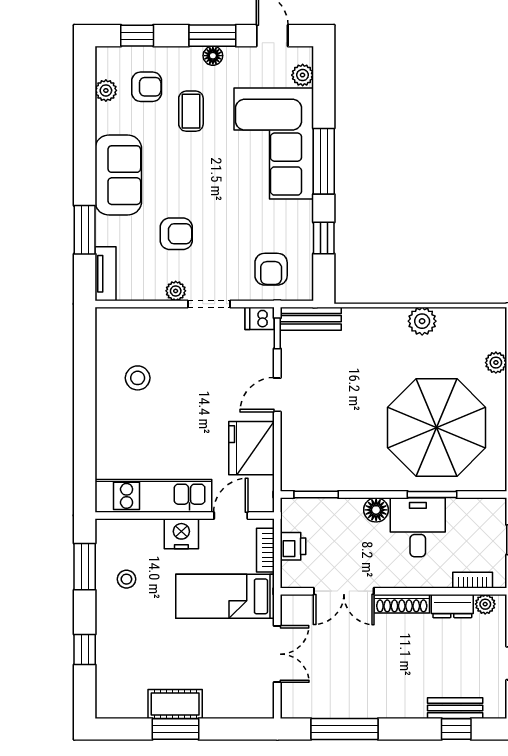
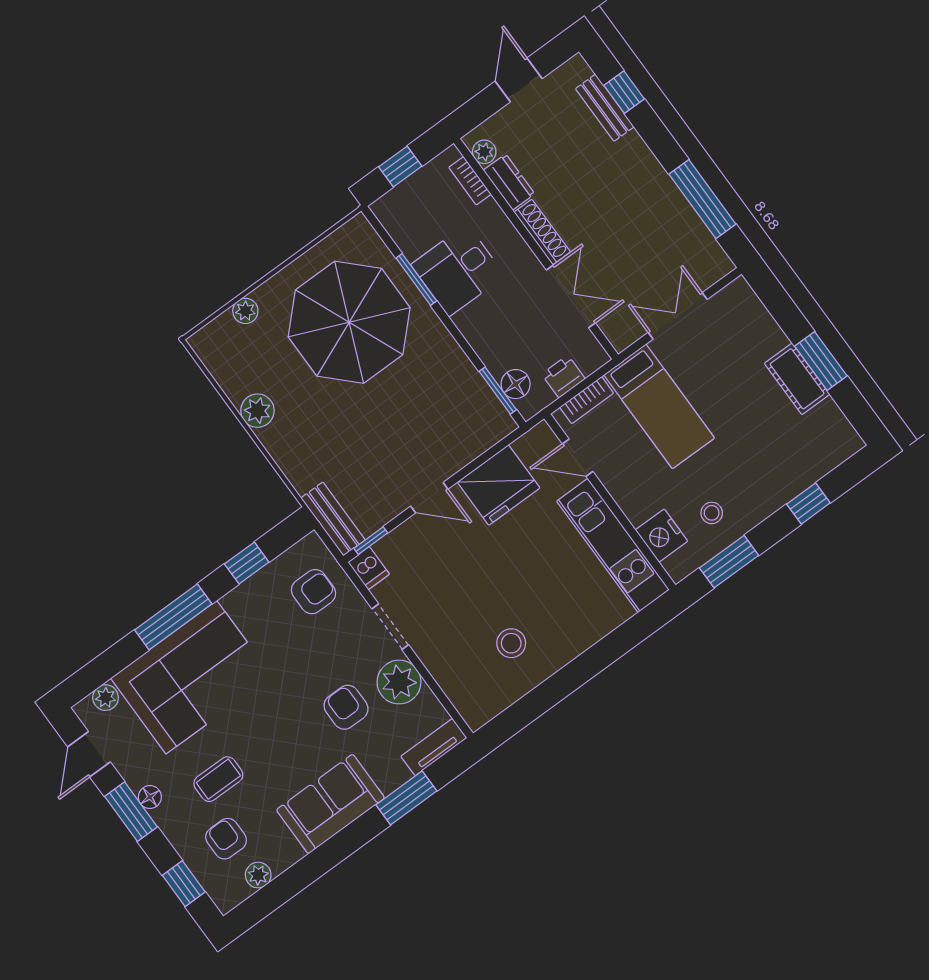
plant: (176, 291) -> (399, 682), width x1.87, depth x1.87
floor lamp: (376, 510) -> (516, 384), moved
nightstand: (181, 534) -> (662, 536), moved

